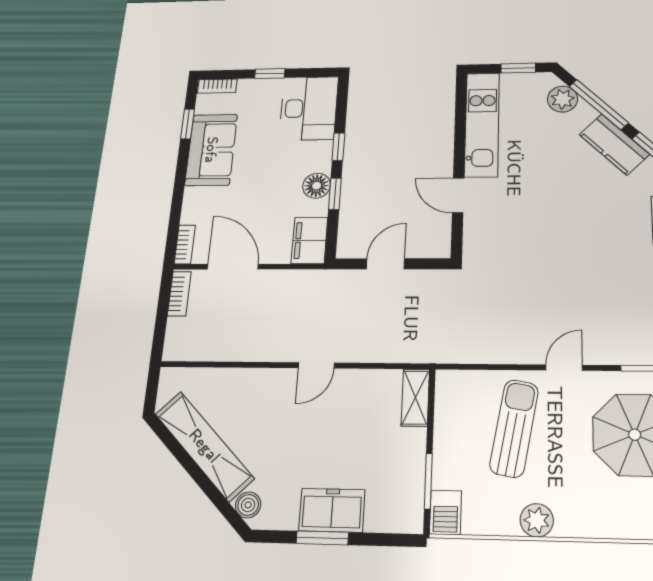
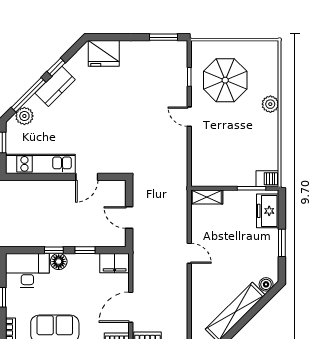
floor lamp: (317, 186) -> (59, 262), moved
sun lounger: (514, 428) -> (223, 143), removed
freezer: (332, 510) -> (268, 211), moved
plant: (537, 520) -> (270, 104), moved

